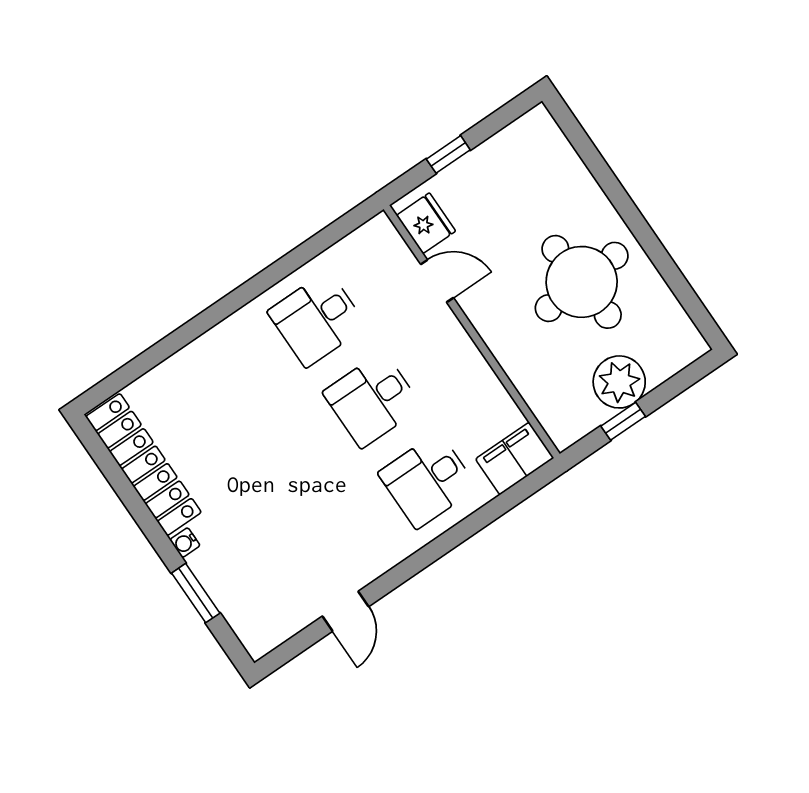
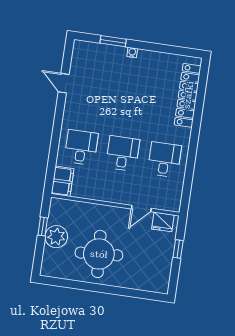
locker: (143, 465) -> (188, 95), moved, turned 90

